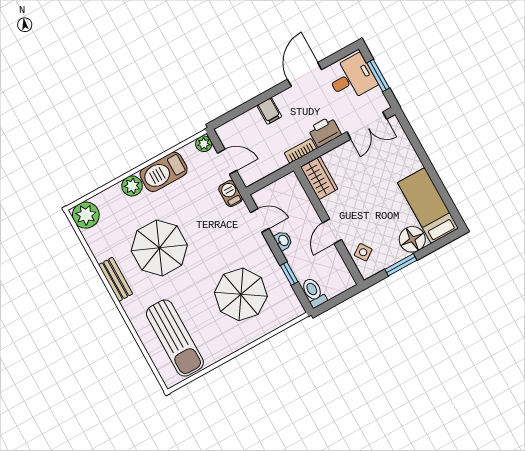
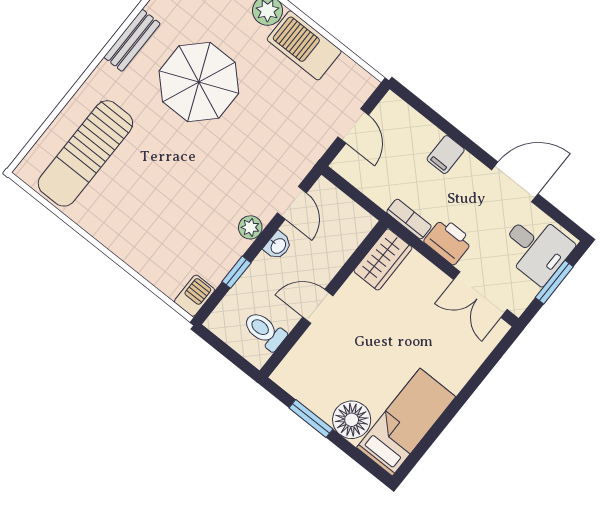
plant: (204, 144) -> (250, 227), moved
barbecue: (231, 194) -> (195, 296), moved
side table: (363, 252) -> (307, 360), removed
toilet: (314, 292) -> (265, 331), moved, turned -90
parasol: (241, 294) -> (181, 218), removed

